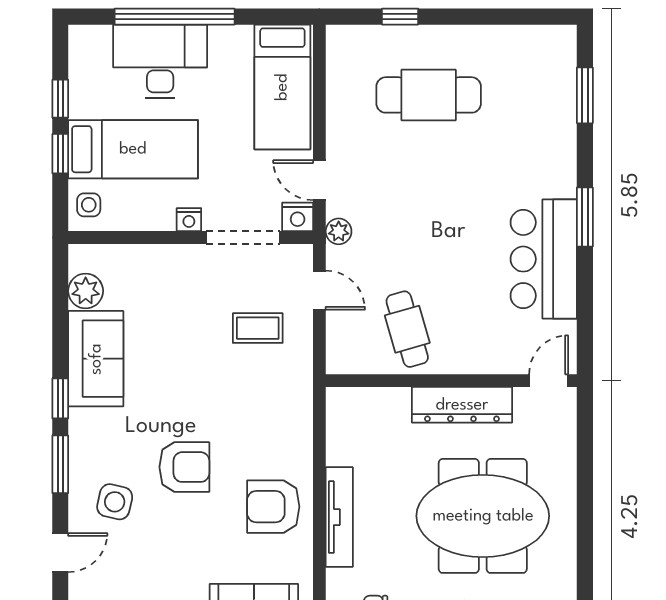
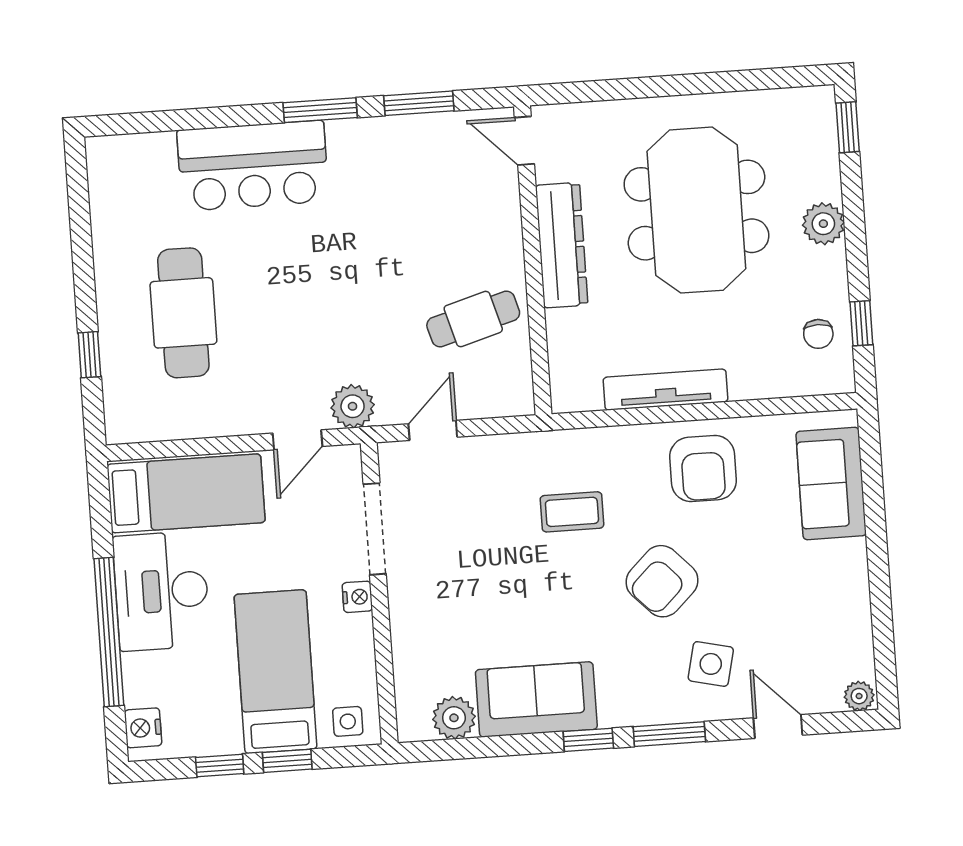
desk: (160, 61) -> (161, 591), moved
window: (585, 95) -> (419, 103), moved
nightstand: (298, 217) -> (143, 728), moved, turned 180
plant: (339, 231) -> (353, 406), width x1.38, depth x1.38
bar counter: (544, 259) -> (253, 166), moved
coffee table: (258, 328) -> (572, 512), moved, turned 90
armchair: (184, 467) -> (662, 581), turned -134
tv unit: (339, 517) -> (666, 390), moved

